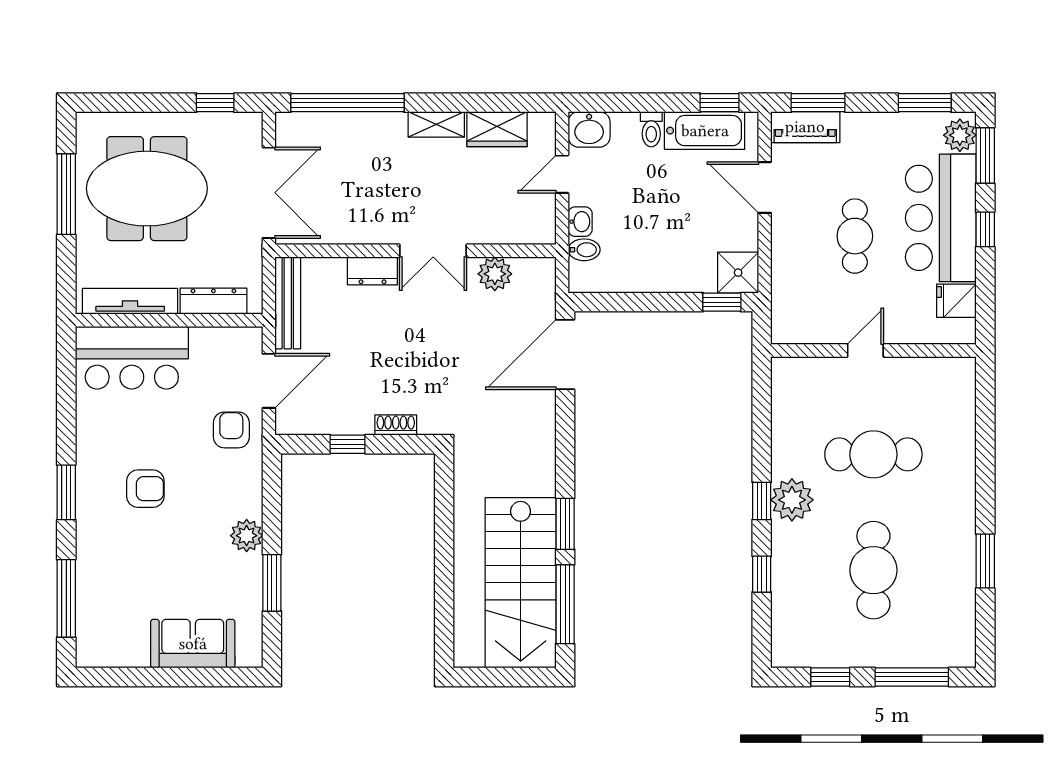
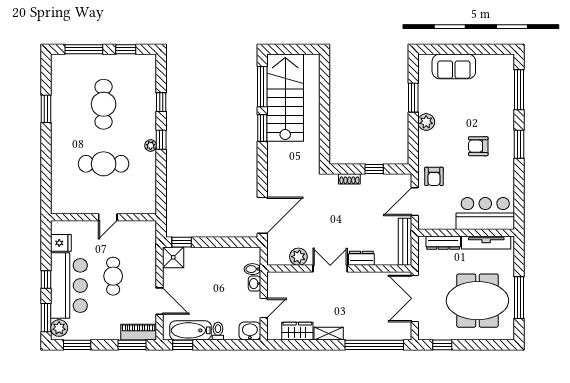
plant: (792, 500) -> (151, 146), width x0.53, depth x0.53

